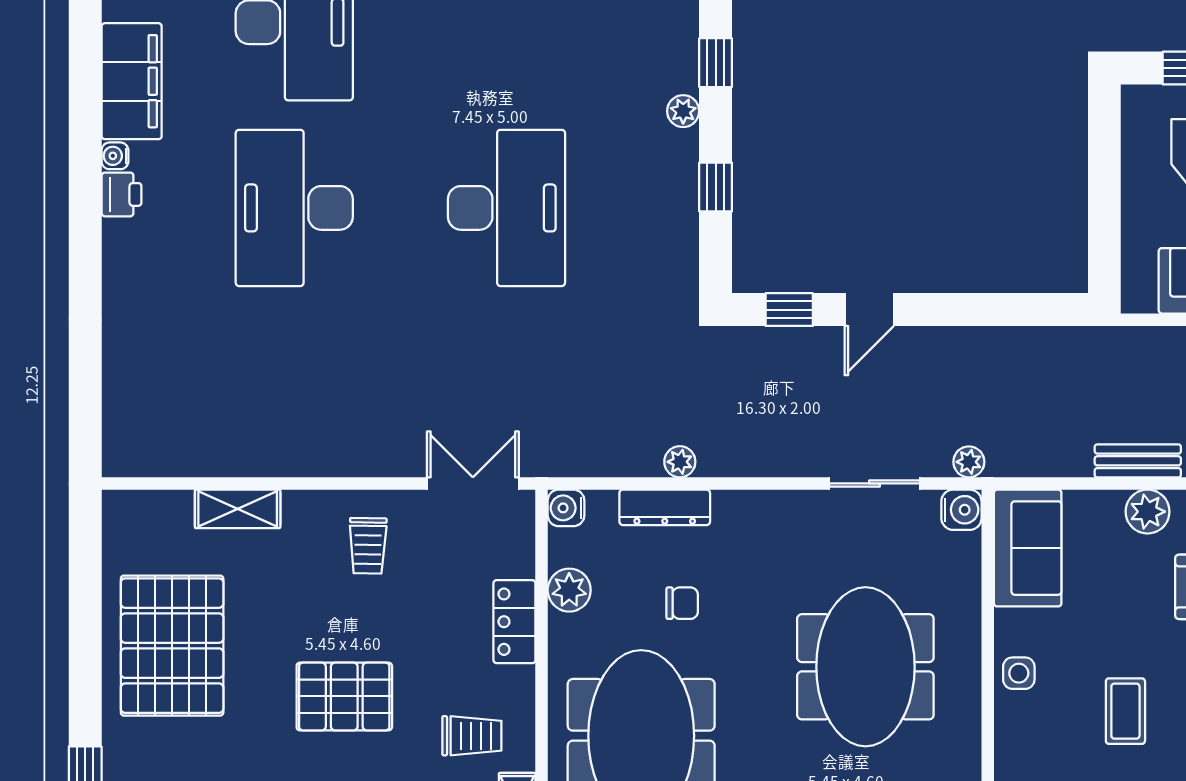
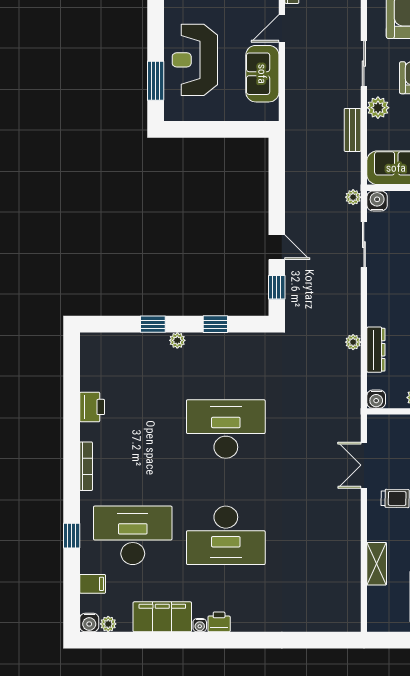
bench: (1138, 461) -> (353, 130), moved
double door: (473, 483) -> (364, 465), moved

